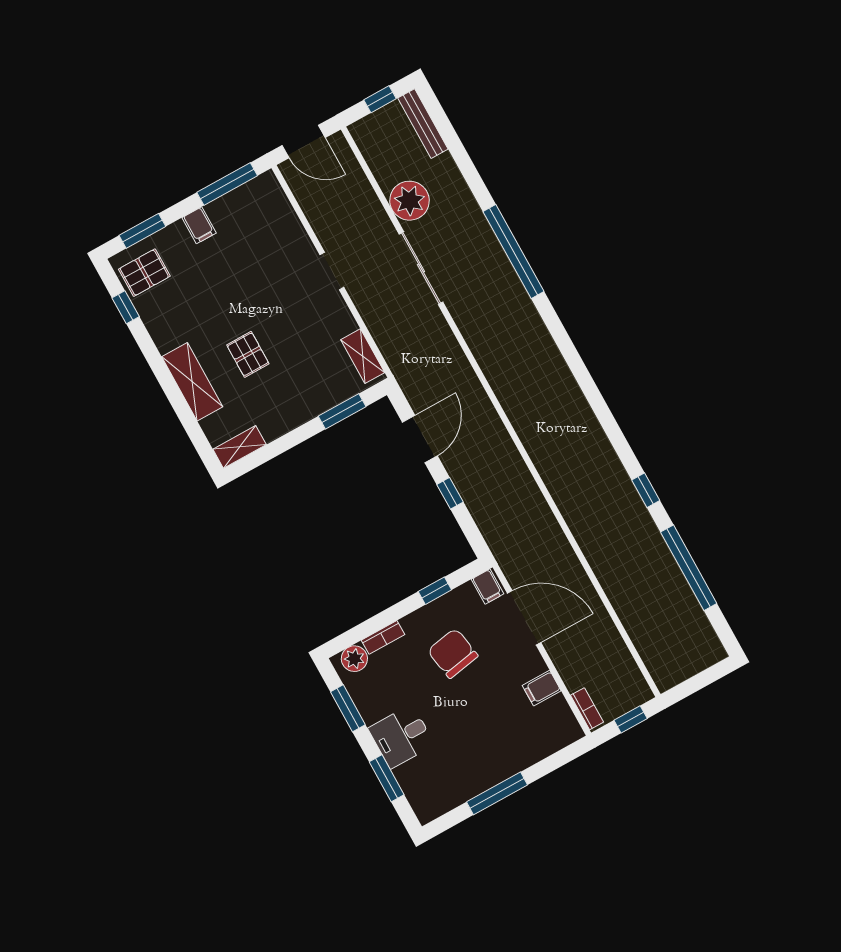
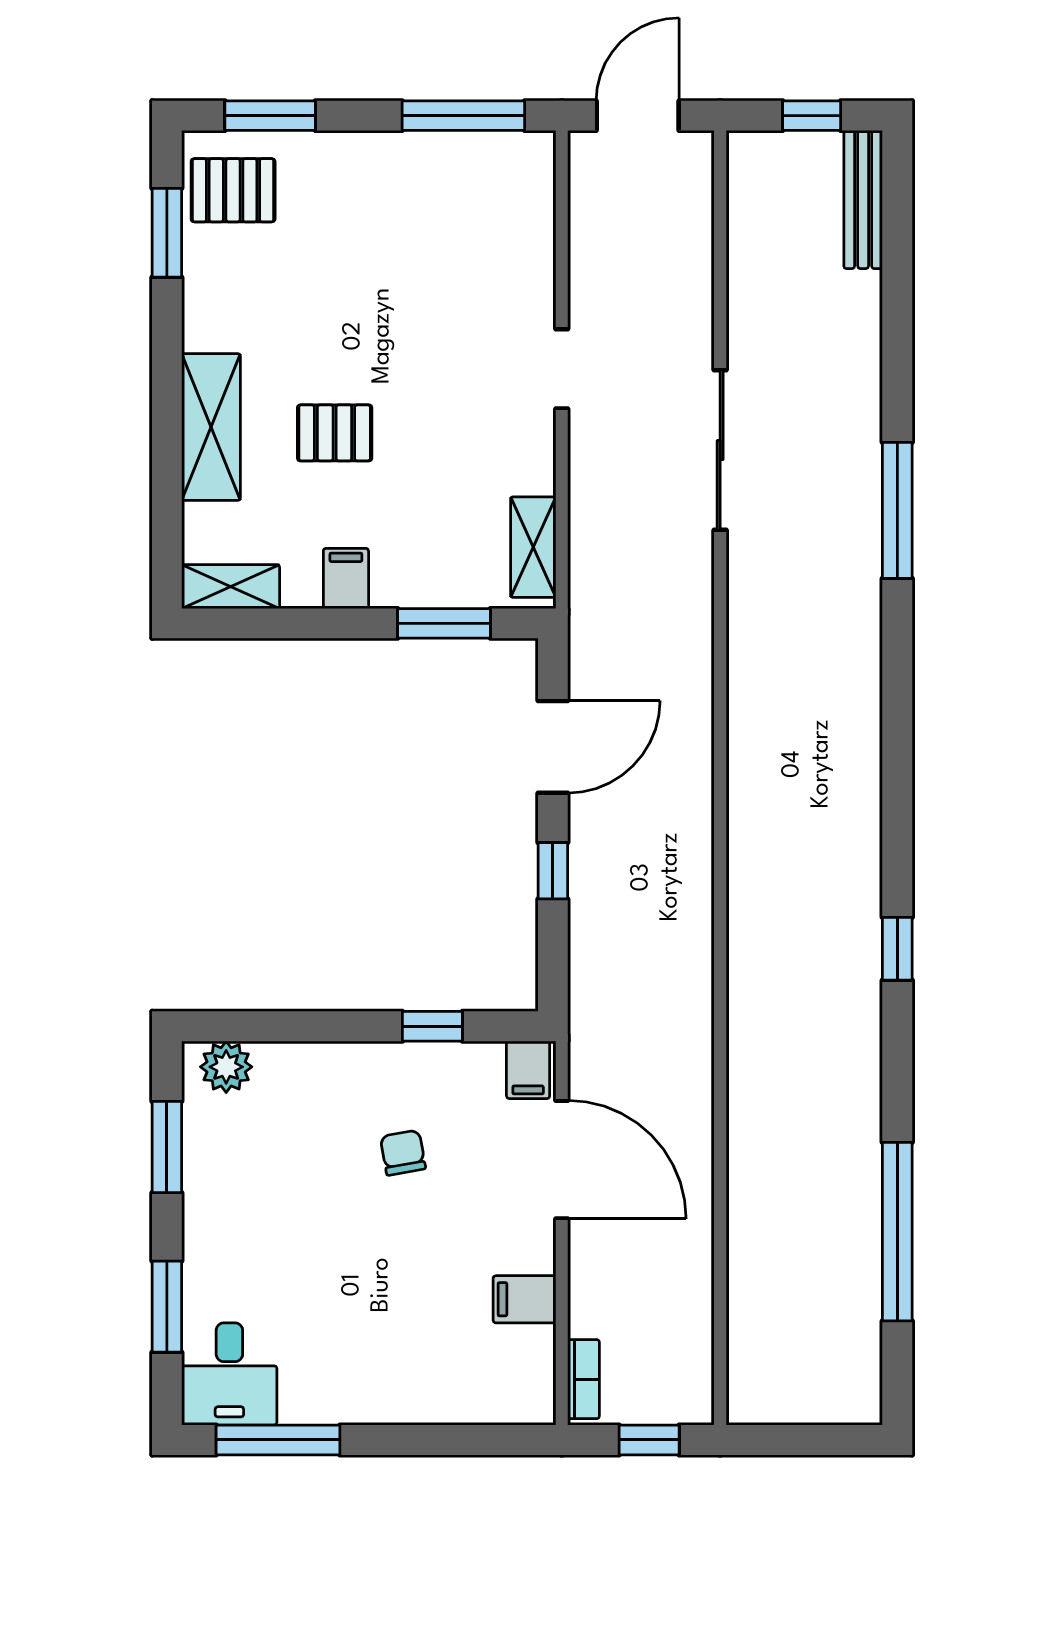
door: (304, 142) -> (638, 116), swing flipped
plant: (409, 201) -> (765, 321), removed
filing cabinet: (199, 225) -> (346, 578), moved, turned 180
window: (513, 252) -> (897, 510), width x0.68
window: (126, 307) -> (167, 233), width x1.50
pallet: (248, 354) -> (335, 433), turned 90
window: (646, 490) -> (897, 949), moved
bookcase: (383, 637) -> (297, 1057), removed
chair: (453, 653) -> (403, 1153), width x0.54, depth x0.54
desk: (401, 736) -> (229, 1374), moved, turned -90
window: (497, 793) -> (278, 1440), moved

